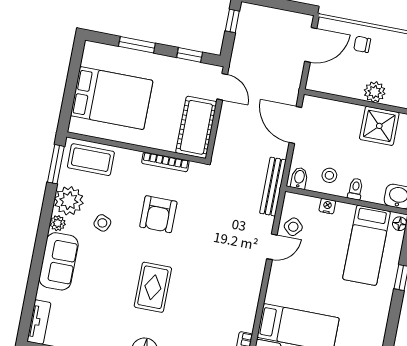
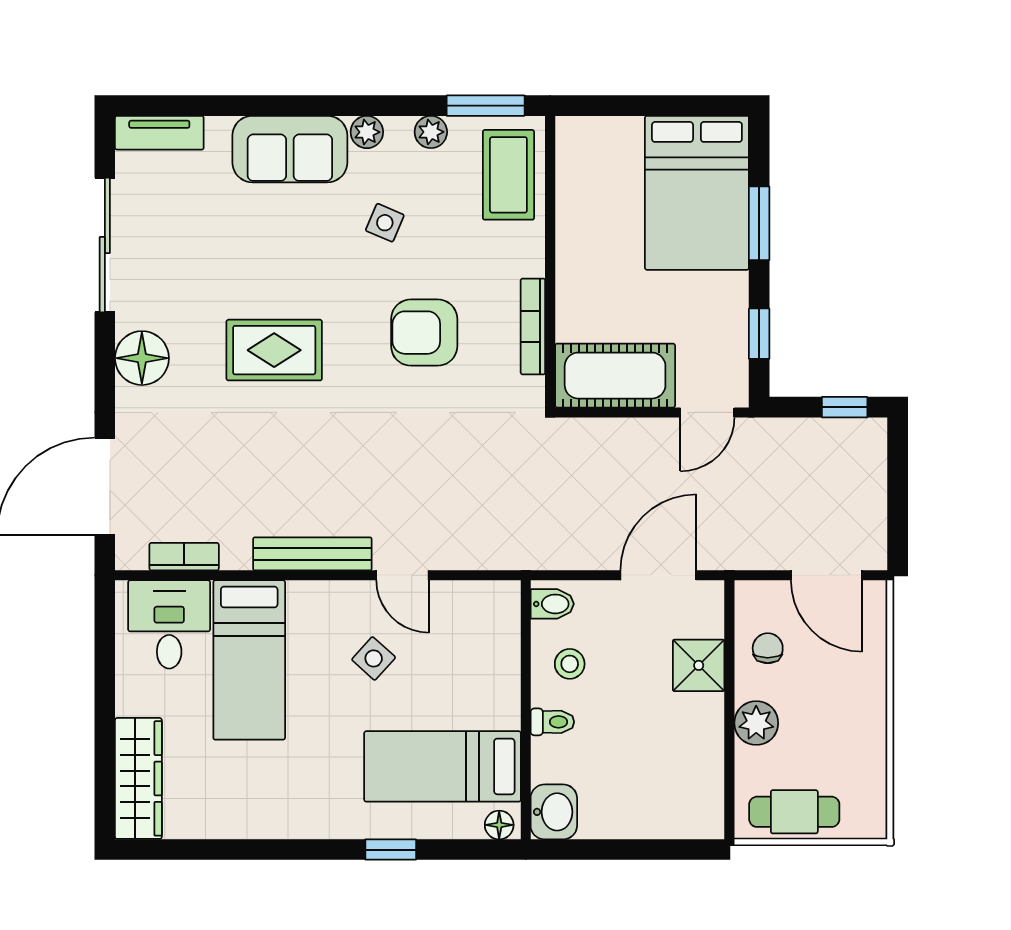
chair: (362, 44) -> (768, 648), moved
bed: (112, 98) -> (697, 193), moved
shower: (379, 126) -> (699, 665), moved, width x0.73, depth x0.73
bench: (273, 187) -> (312, 554), moved
plant: (69, 201) -> (431, 132), width x0.53, depth x0.53
nightstand: (327, 206) -> (507, 672), removed
side table: (293, 227) -> (374, 658), moved

